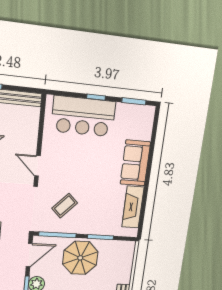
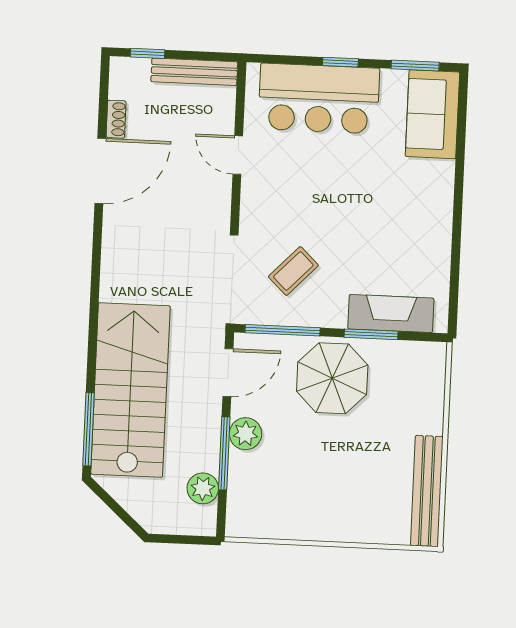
sofa: (135, 163) -> (432, 114), moved
door: (37, 166) -> (238, 155), moved
fireplace: (133, 207) -> (391, 314), moved, turned 90

